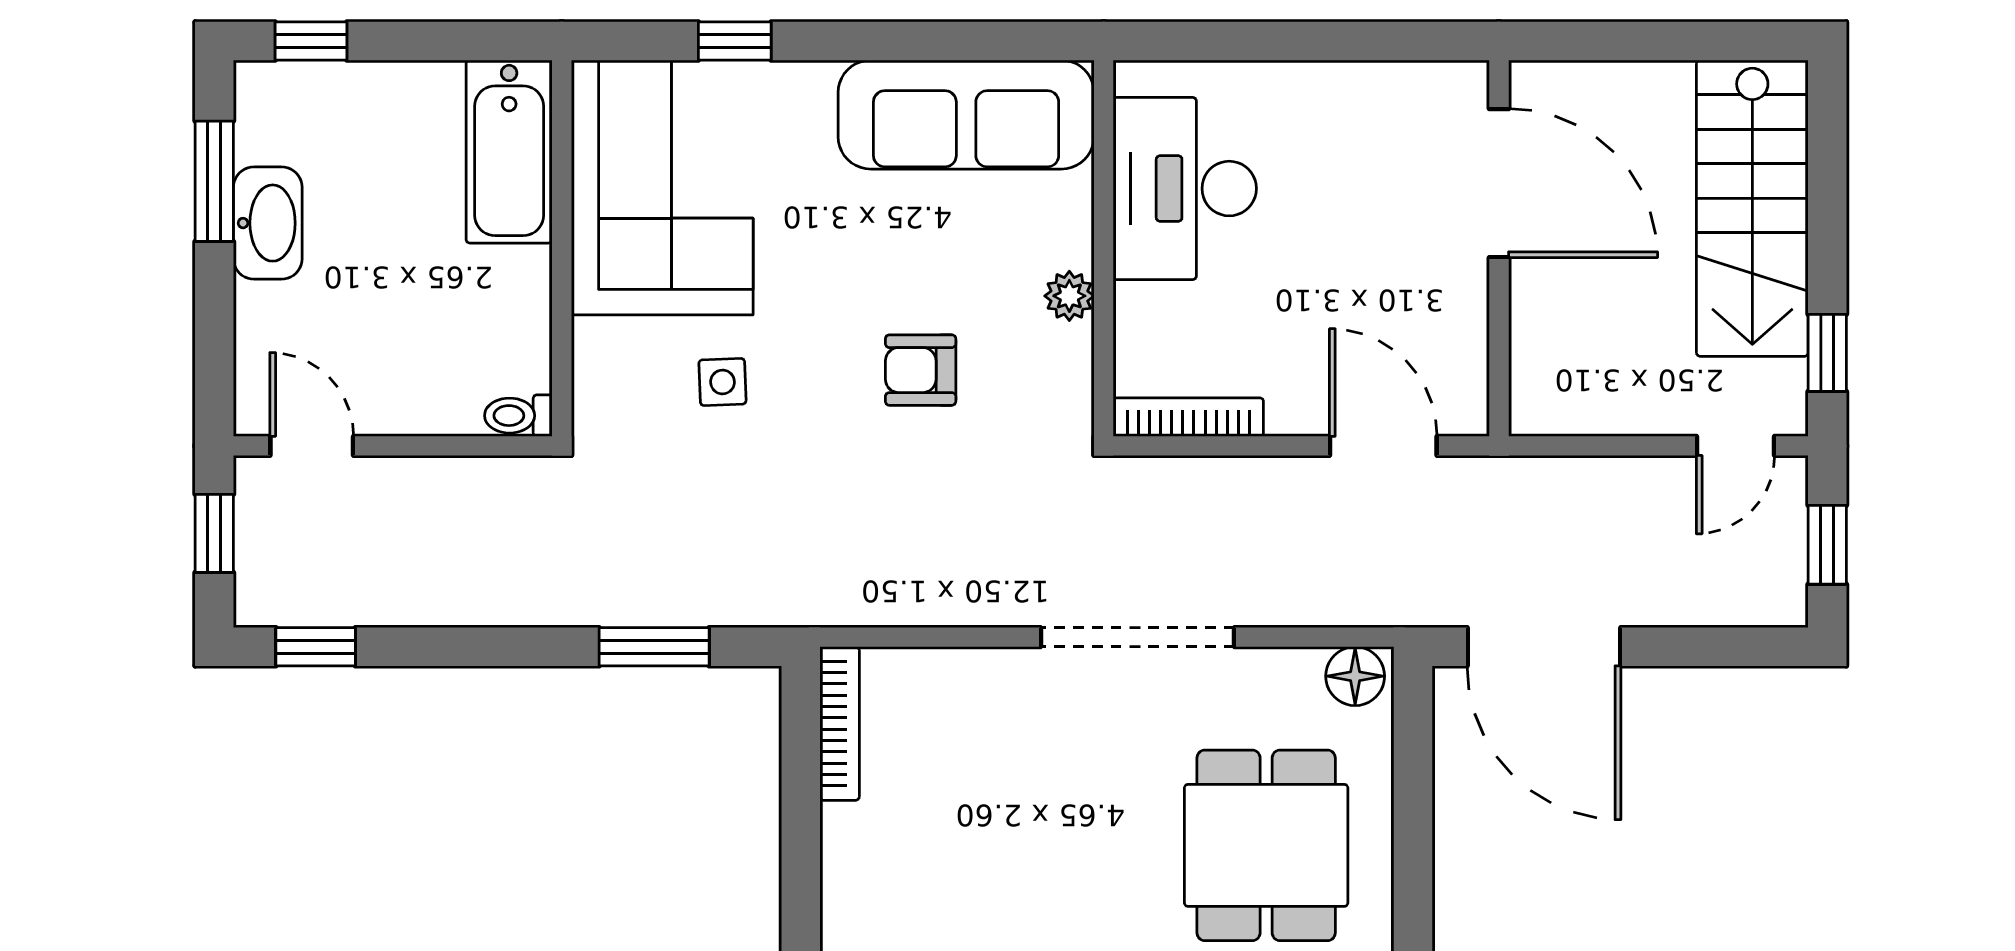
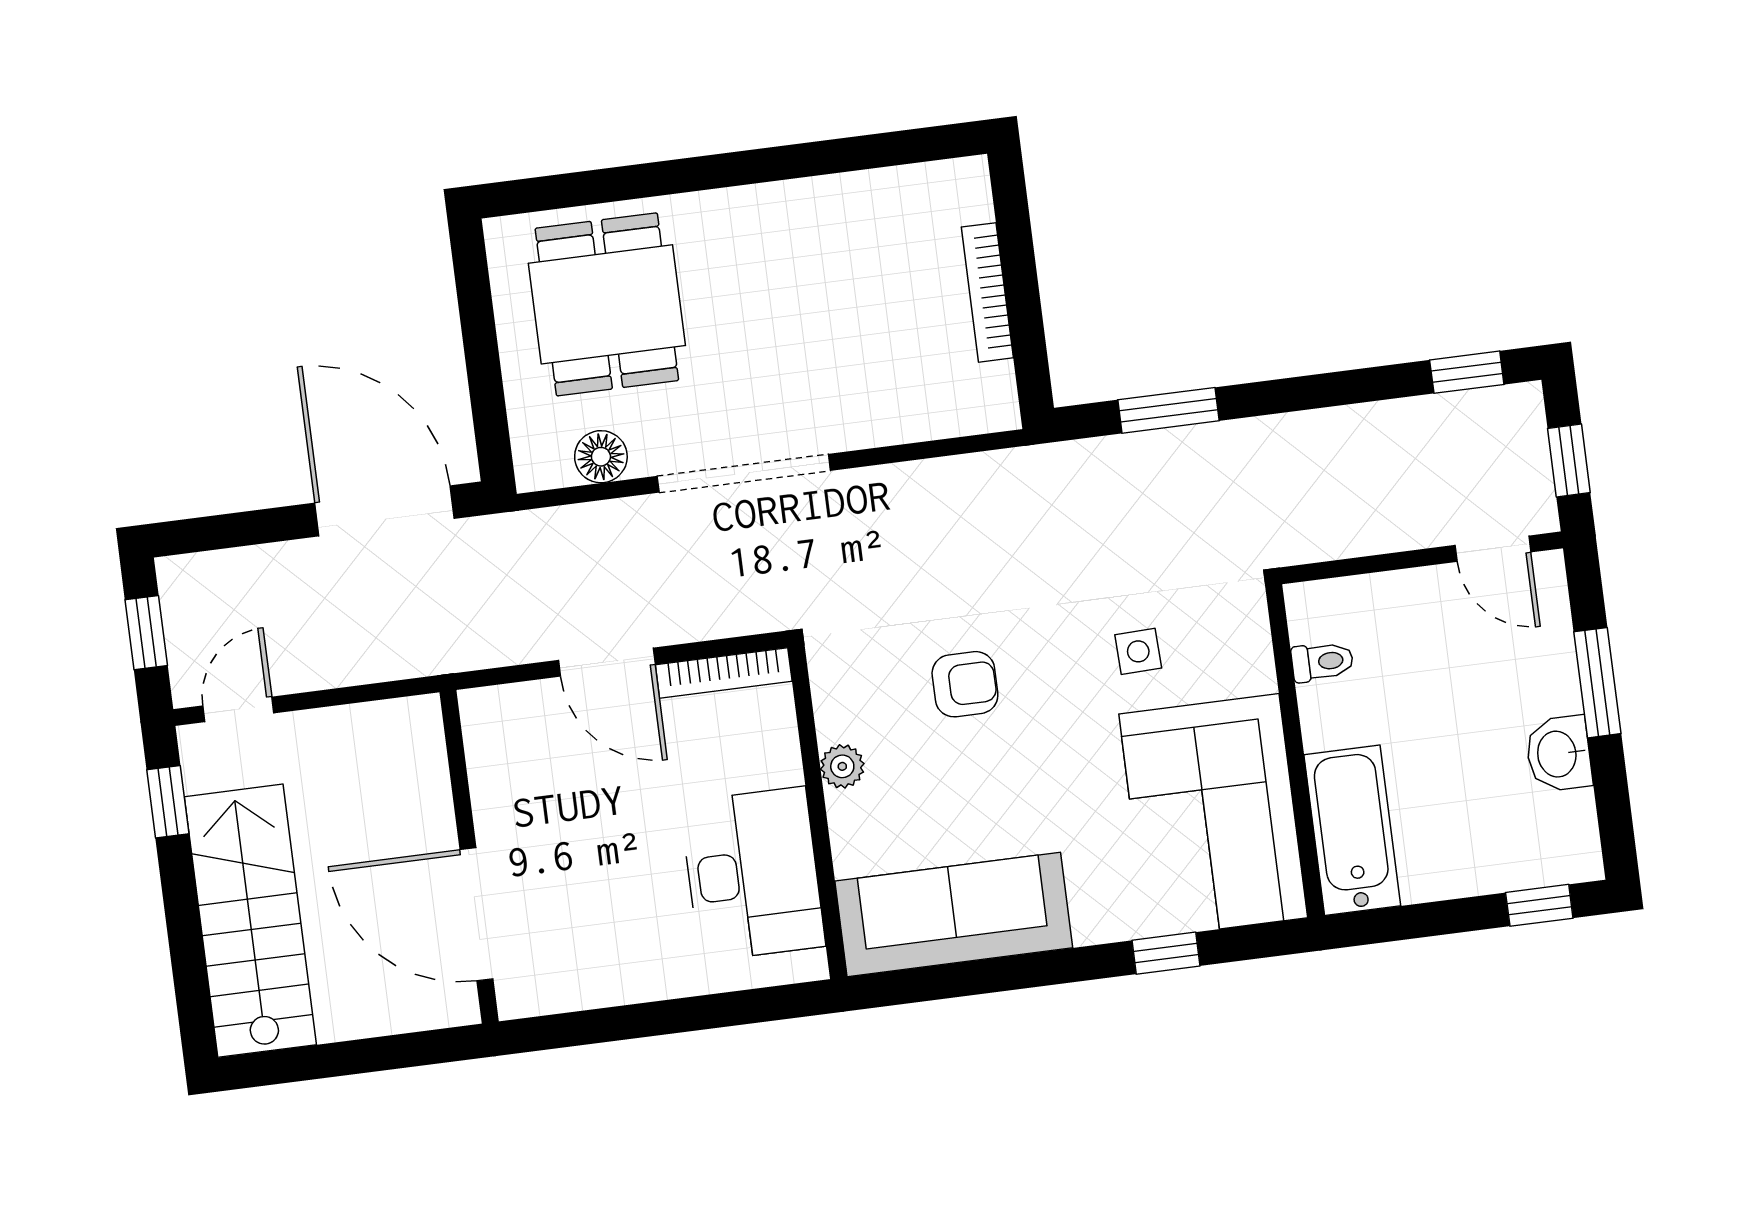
window: (214, 181) -> (1597, 683), moved
washbasin: (268, 223) -> (1559, 754), width x0.72
toilet: (518, 416) -> (1322, 662), moved
door: (1383, 446) -> (607, 662), moved
floor lamp: (1355, 676) -> (601, 457), moved
bookcase: (840, 724) -> (987, 292), moved

